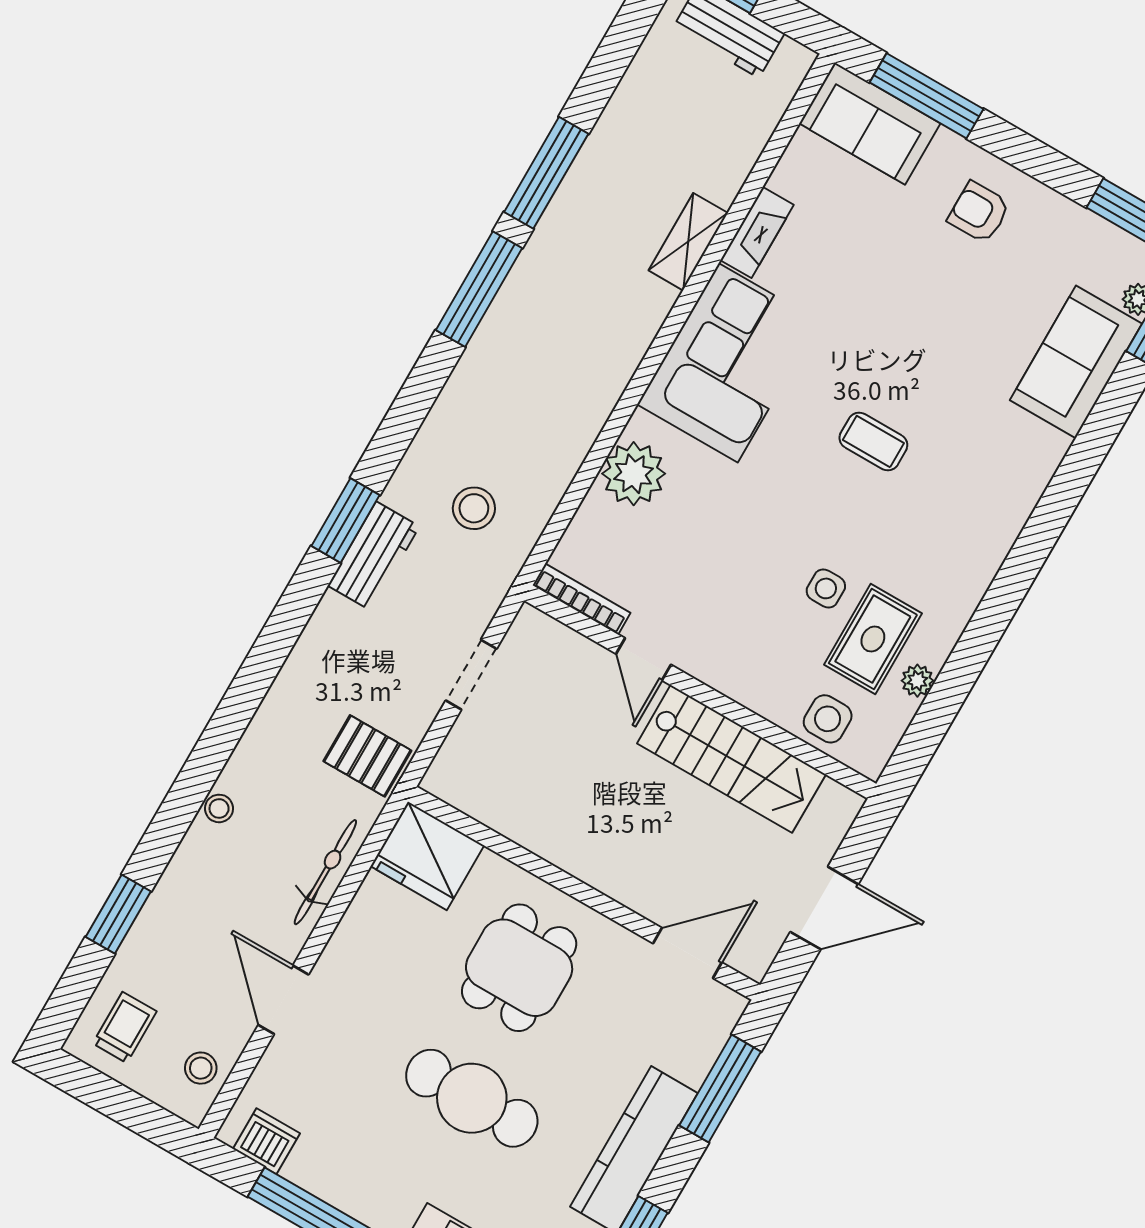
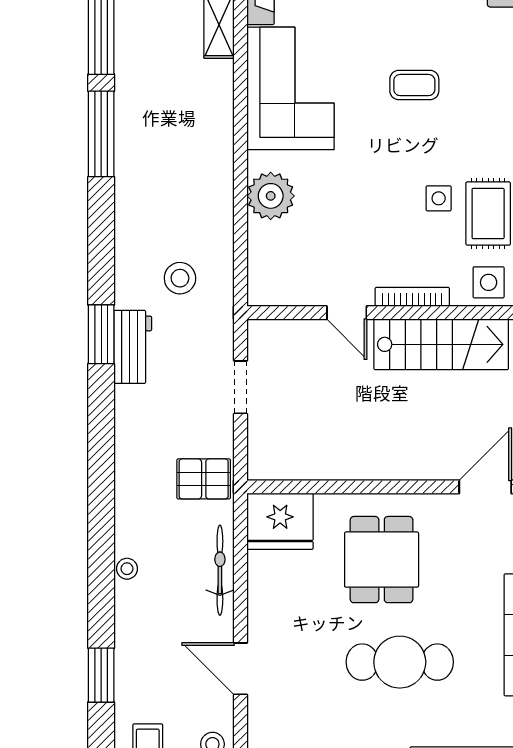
bookcase: (582, 599) -> (412, 297), moved

